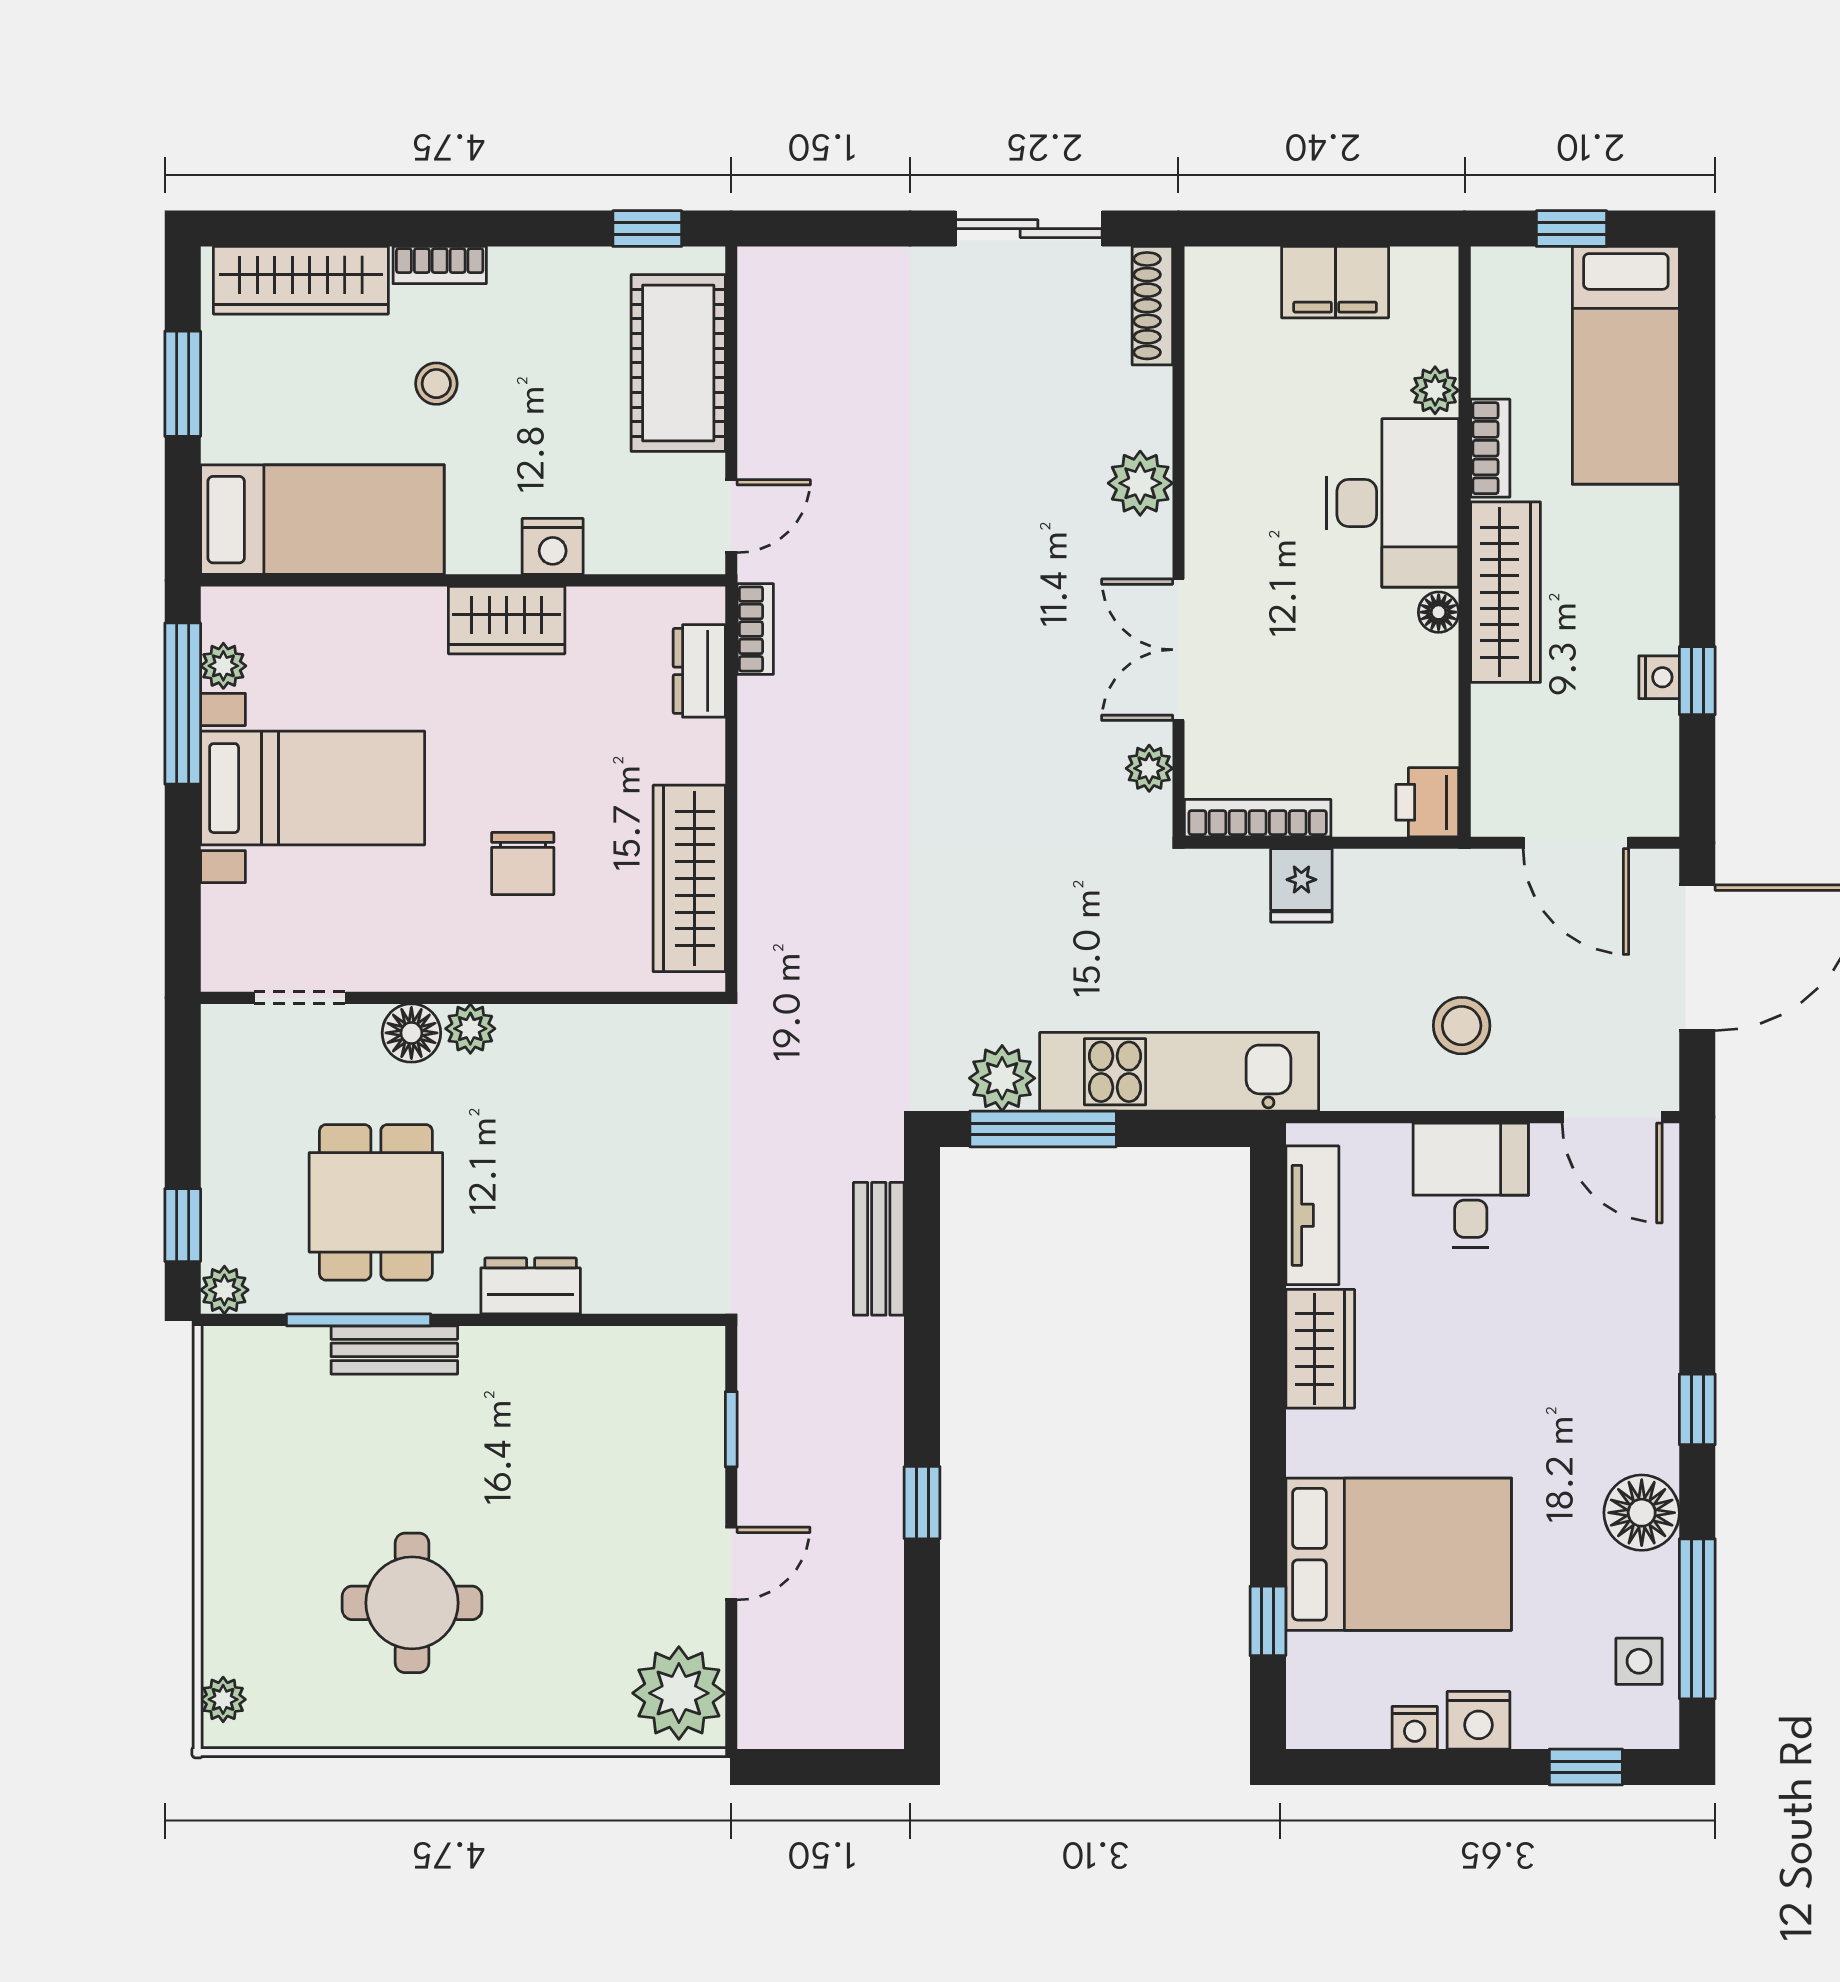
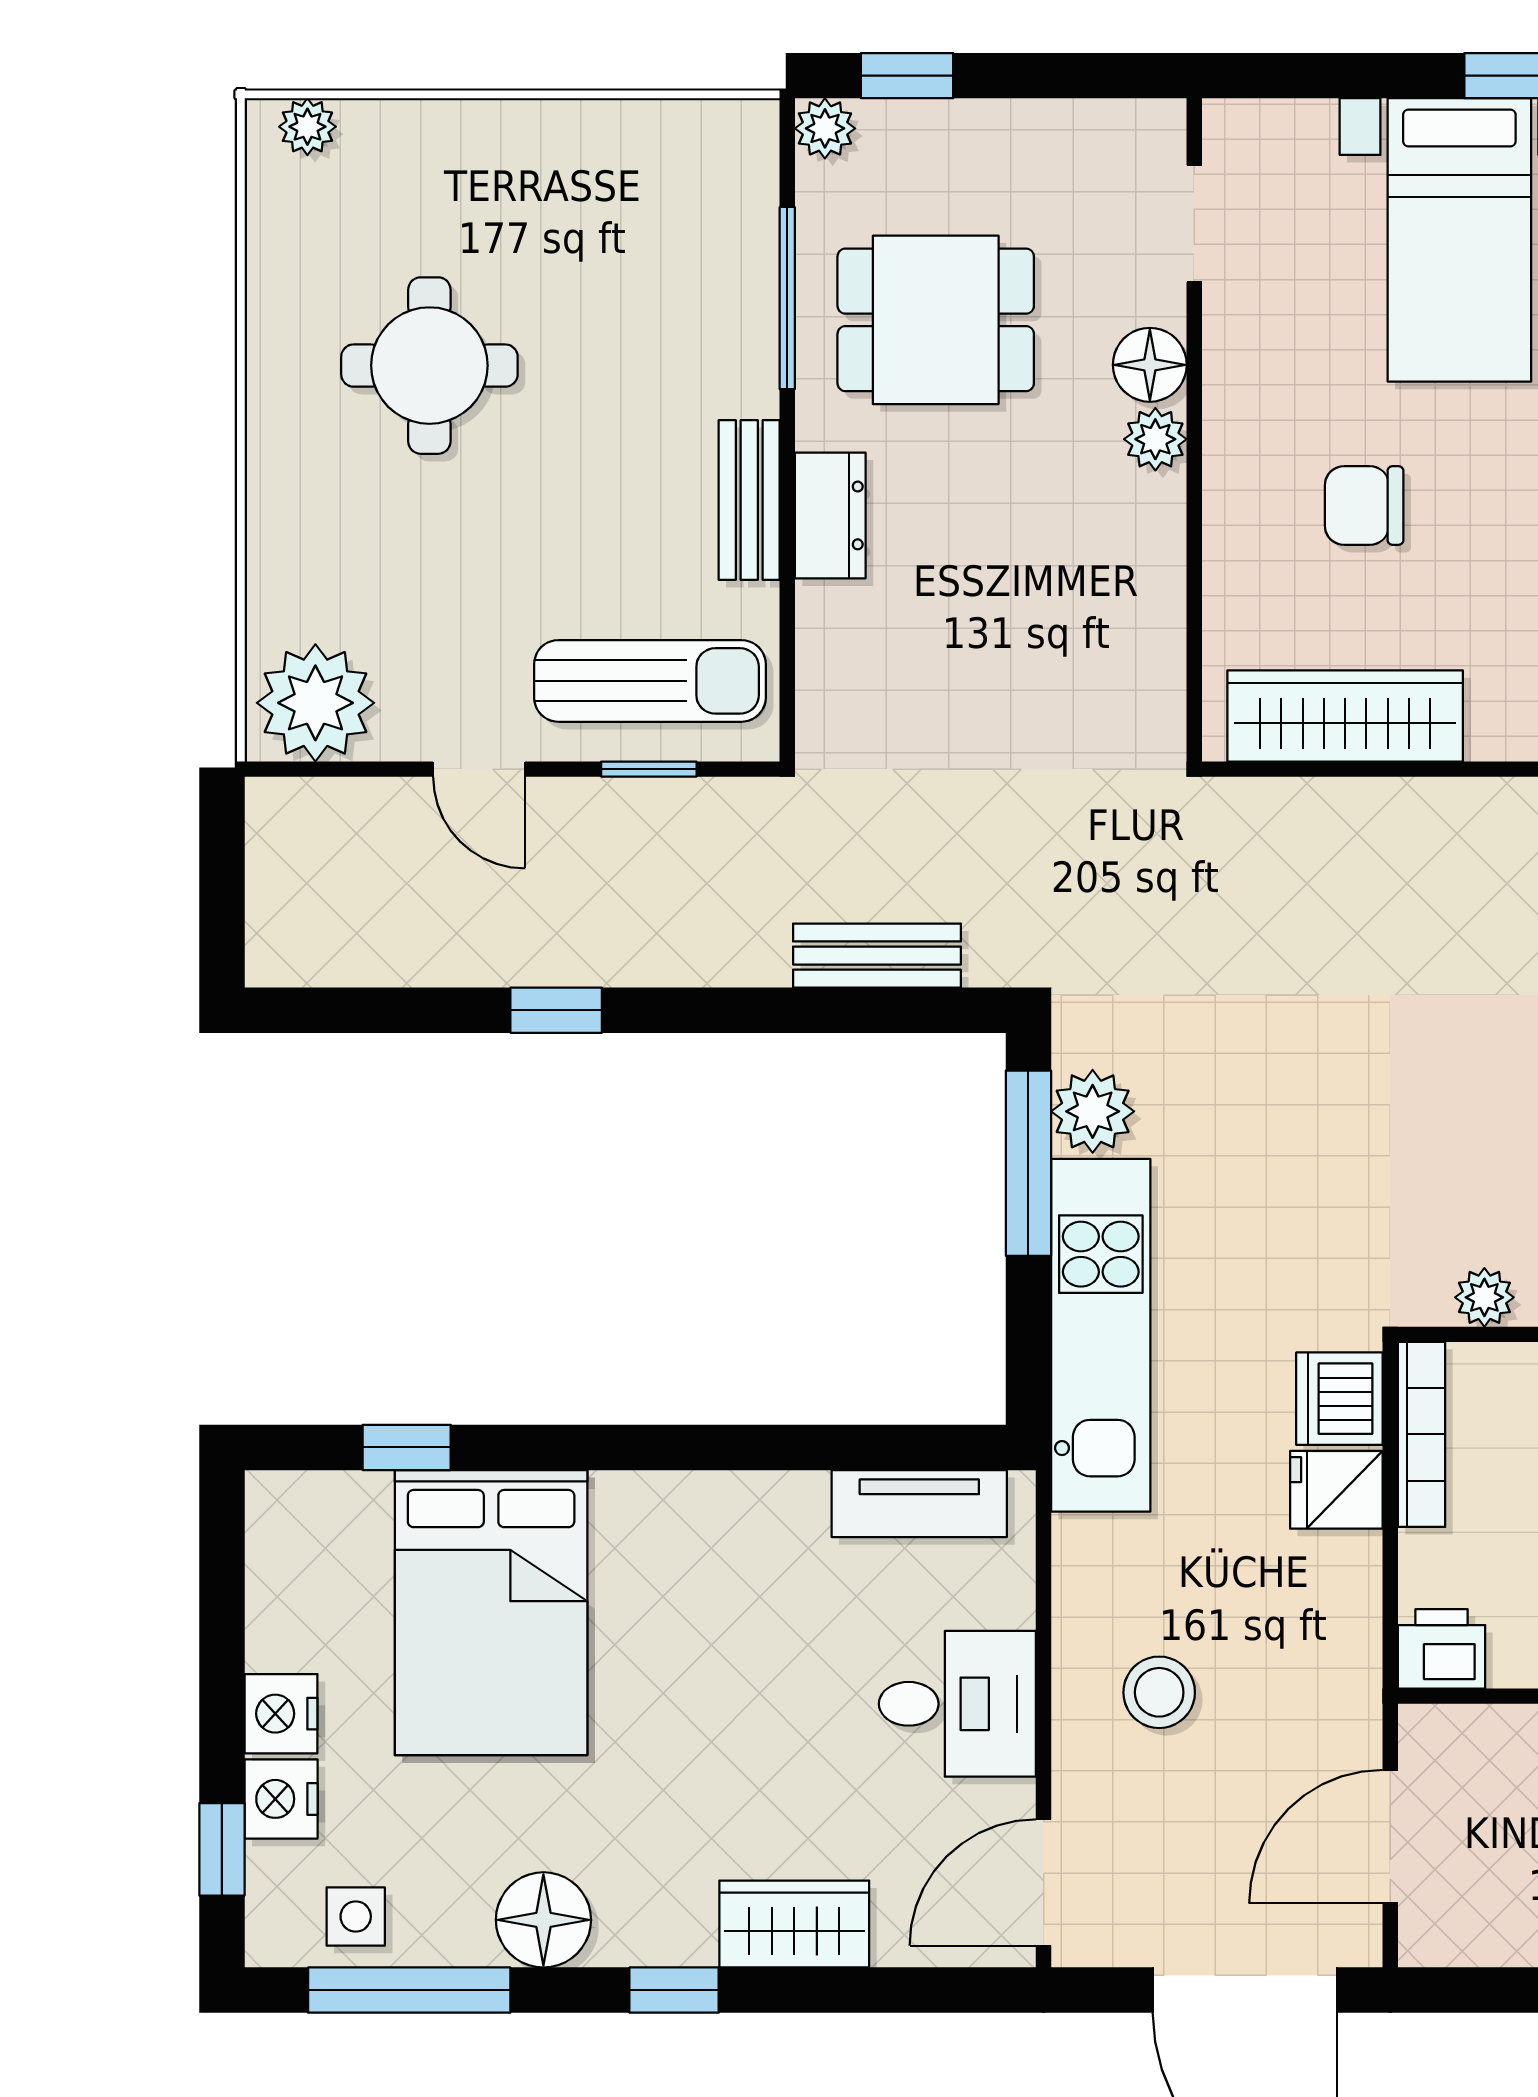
dishwasher: (1229, 883) -> (1339, 1399), added
wardrobe: (1320, 1349) -> (794, 1924), moved, turned 180
bench: (394, 1350) -> (749, 500), moved
sun lounger: (662, 1428) -> (650, 681), added
nightstand: (1415, 1728) -> (281, 1799), moved, width x1.39, depth x1.35

